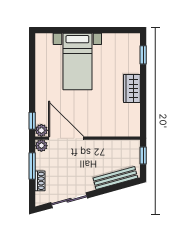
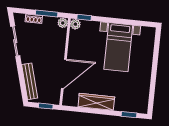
bed with nightstands: (77, 62) -> (118, 47), moved, turned -90
wardrobe: (132, 88) -> (96, 102), width x1.50
door: (66, 138) -> (64, 74), moved

